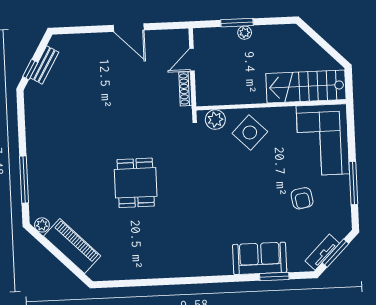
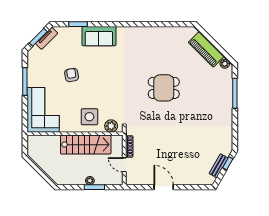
door: (192, 60) -> (124, 165), swing flipped
stairs: (306, 86) -> (86, 145), moved
side table: (250, 132) -> (89, 117), turned 45
dining table: (136, 183) -> (164, 88), turned 90
armchair: (302, 198) -> (72, 75), moved
sofa: (260, 258) -> (99, 36), moved

